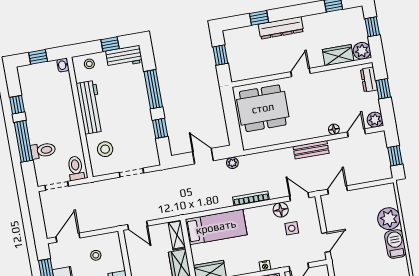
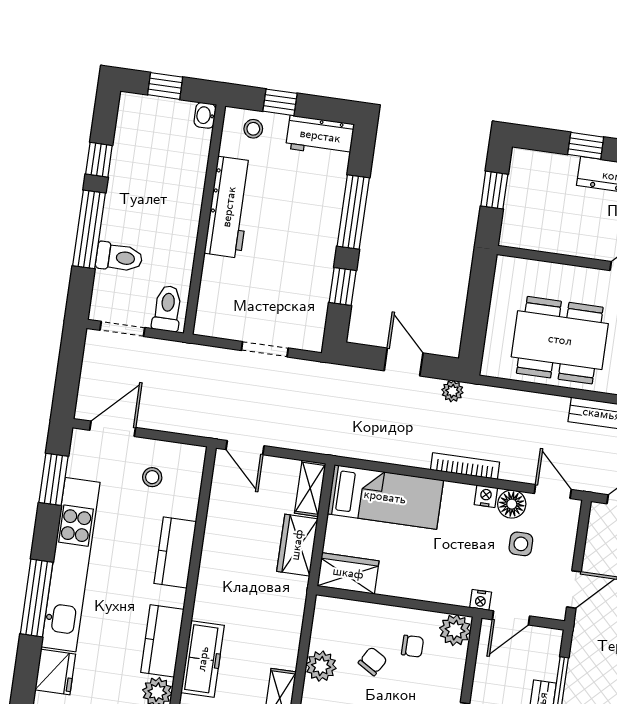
window: (110, 44) -> (280, 102), moved
dining table: (263, 108) -> (560, 340), moved
stool: (105, 149) -> (231, 292), removed
nightstand: (266, 210) -> (486, 496), added
nightstand: (265, 266) -> (481, 600), moved

